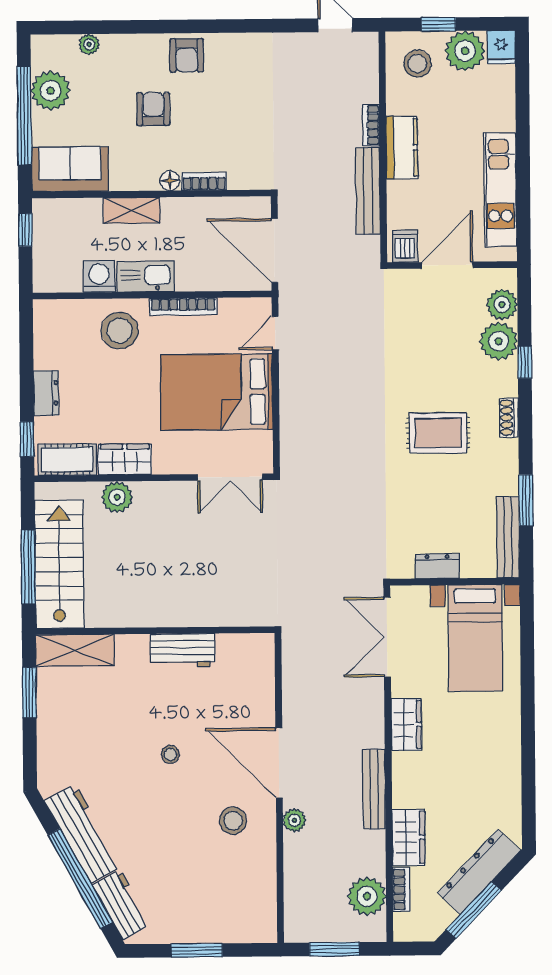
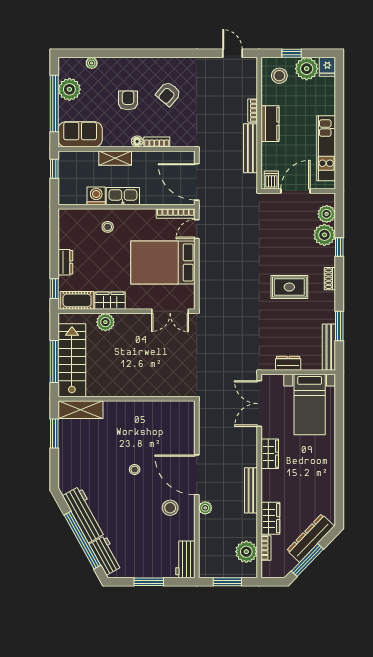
armchair: (187, 55) -> (168, 94), moved, turned 40
bookcase: (183, 307) -> (176, 214), moved
stool: (120, 331) -> (108, 227), width x0.53, depth x0.53
workbench: (183, 650) -> (185, 559), moved, turned 90

